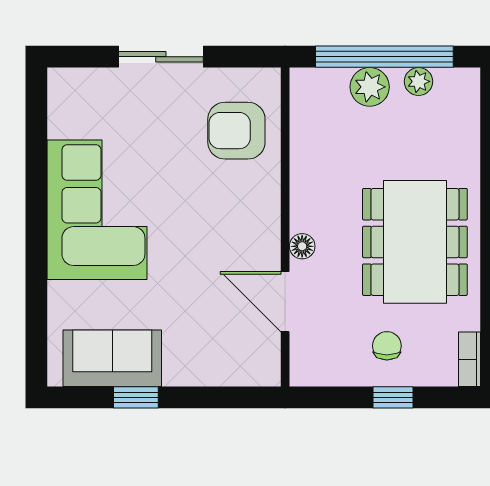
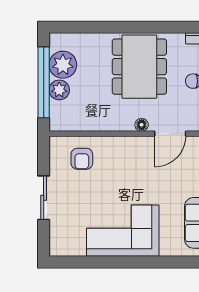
plant: (418, 81) -> (63, 65), width x1.87, depth x1.87
armchair: (236, 131) -> (82, 159), width x0.72, depth x0.72
dining table: (415, 242) -> (139, 67), turned 90

